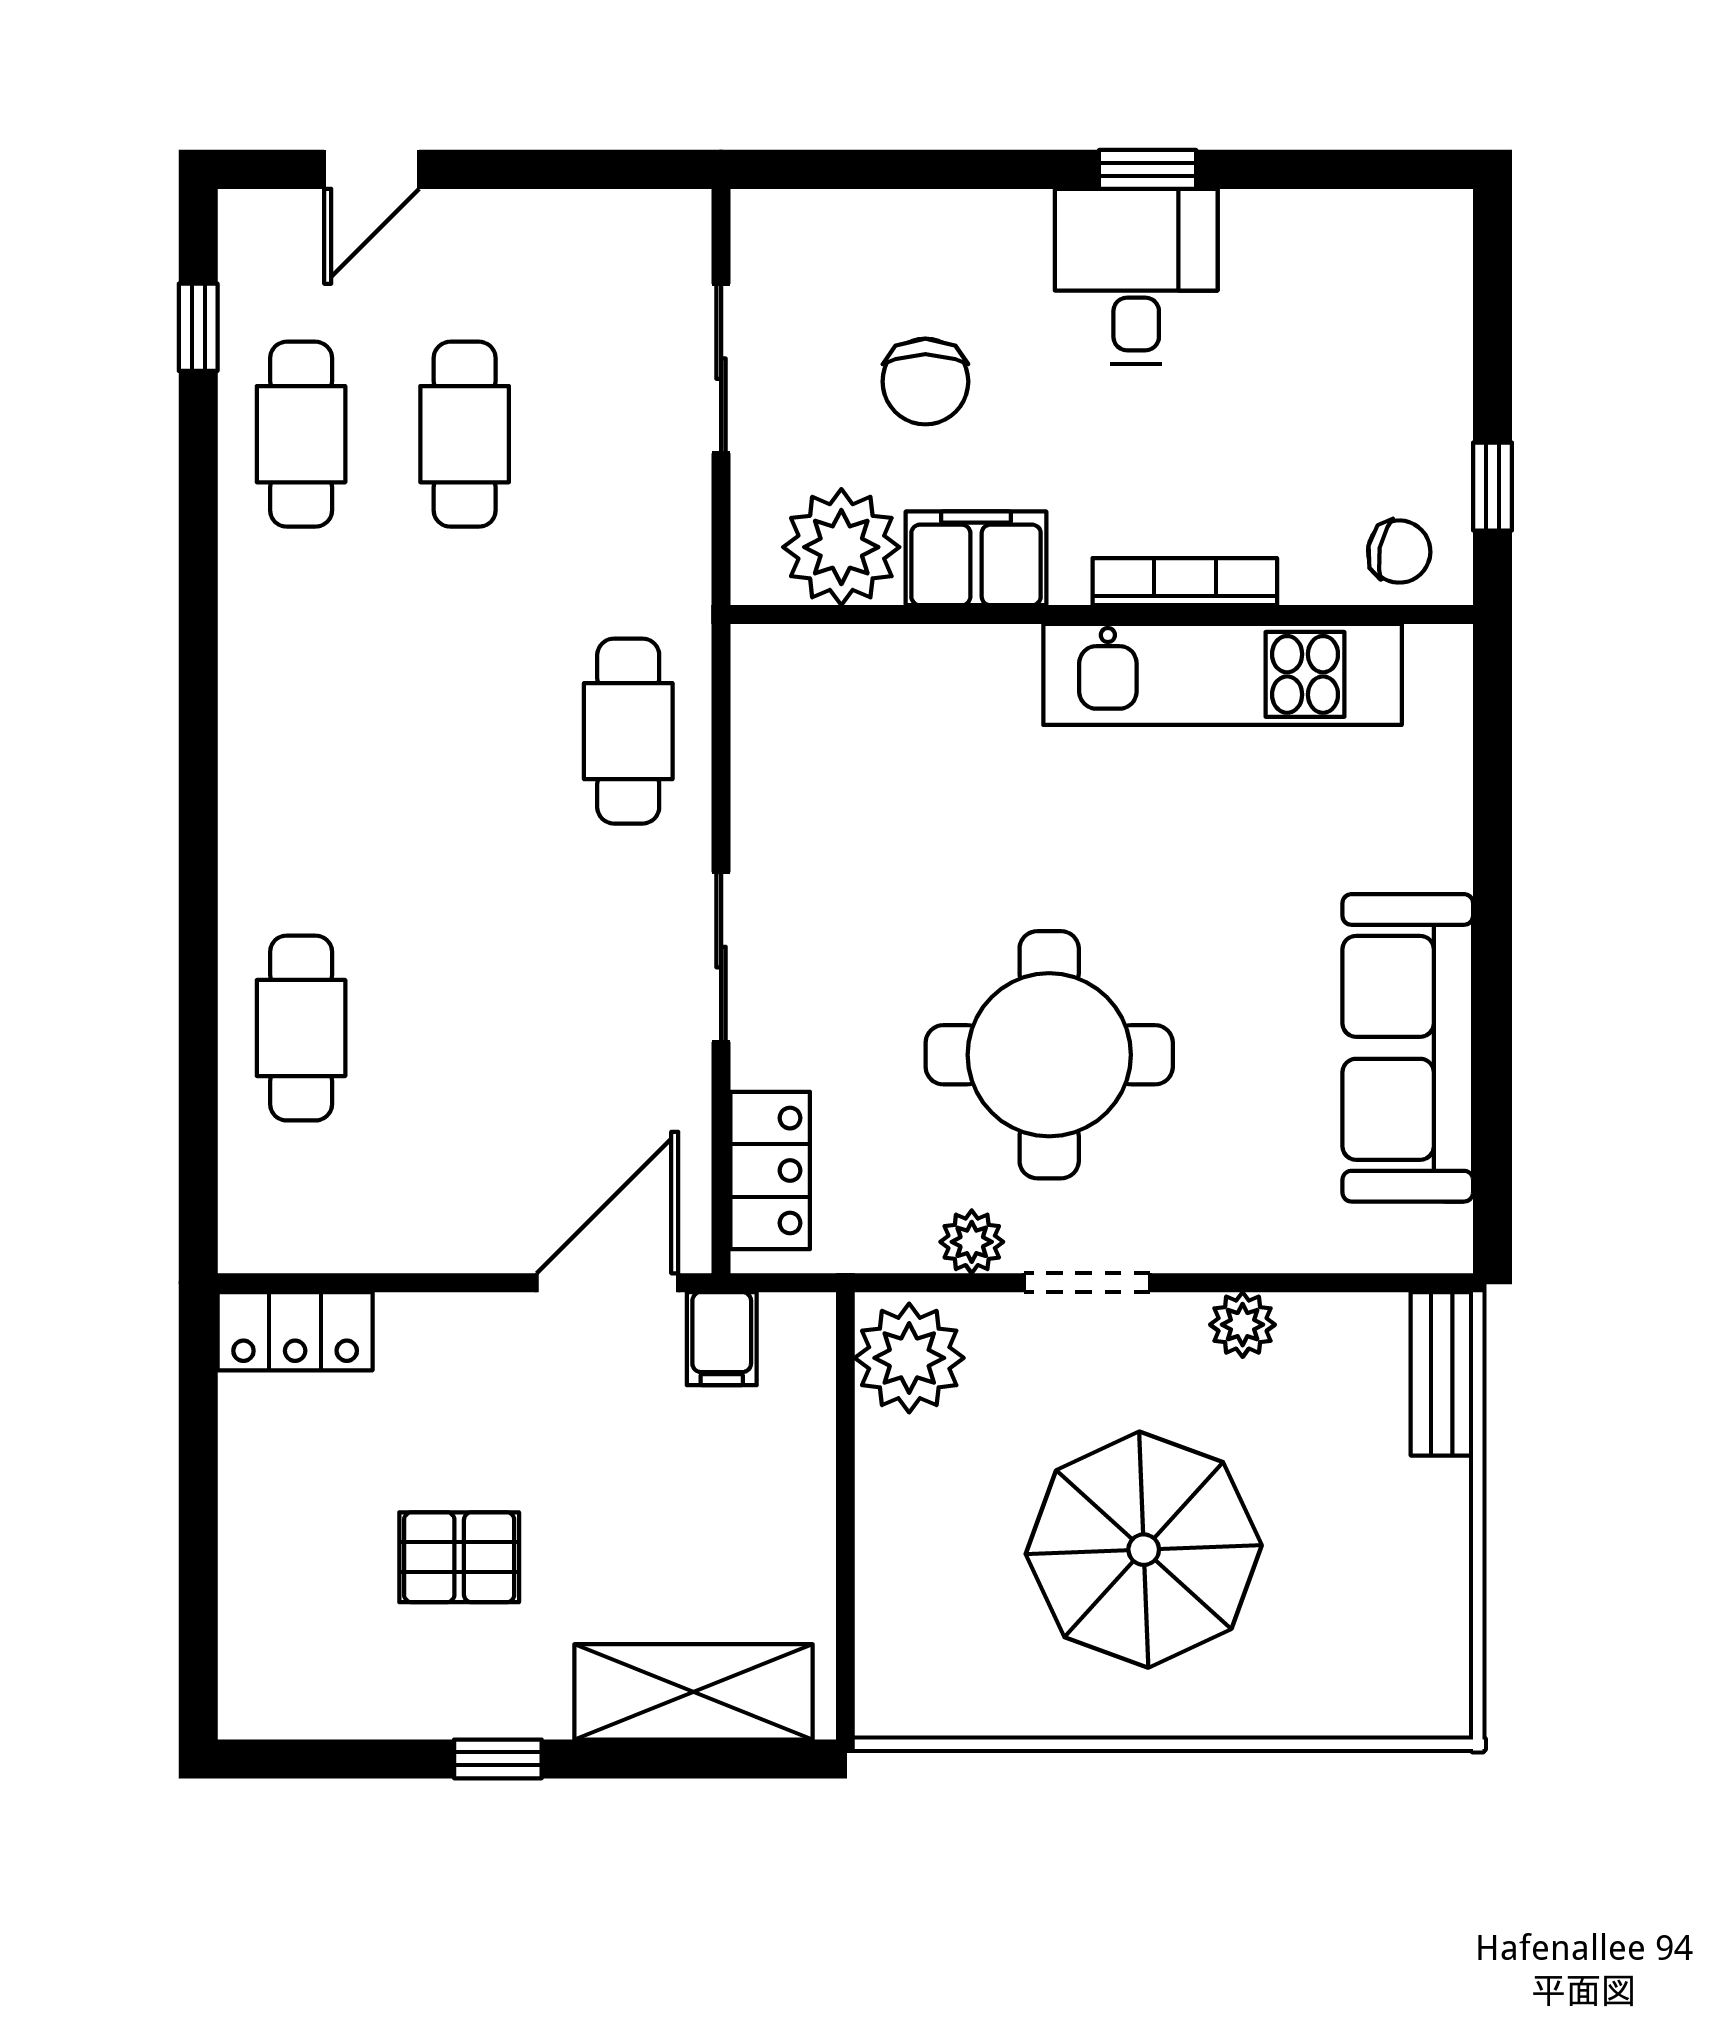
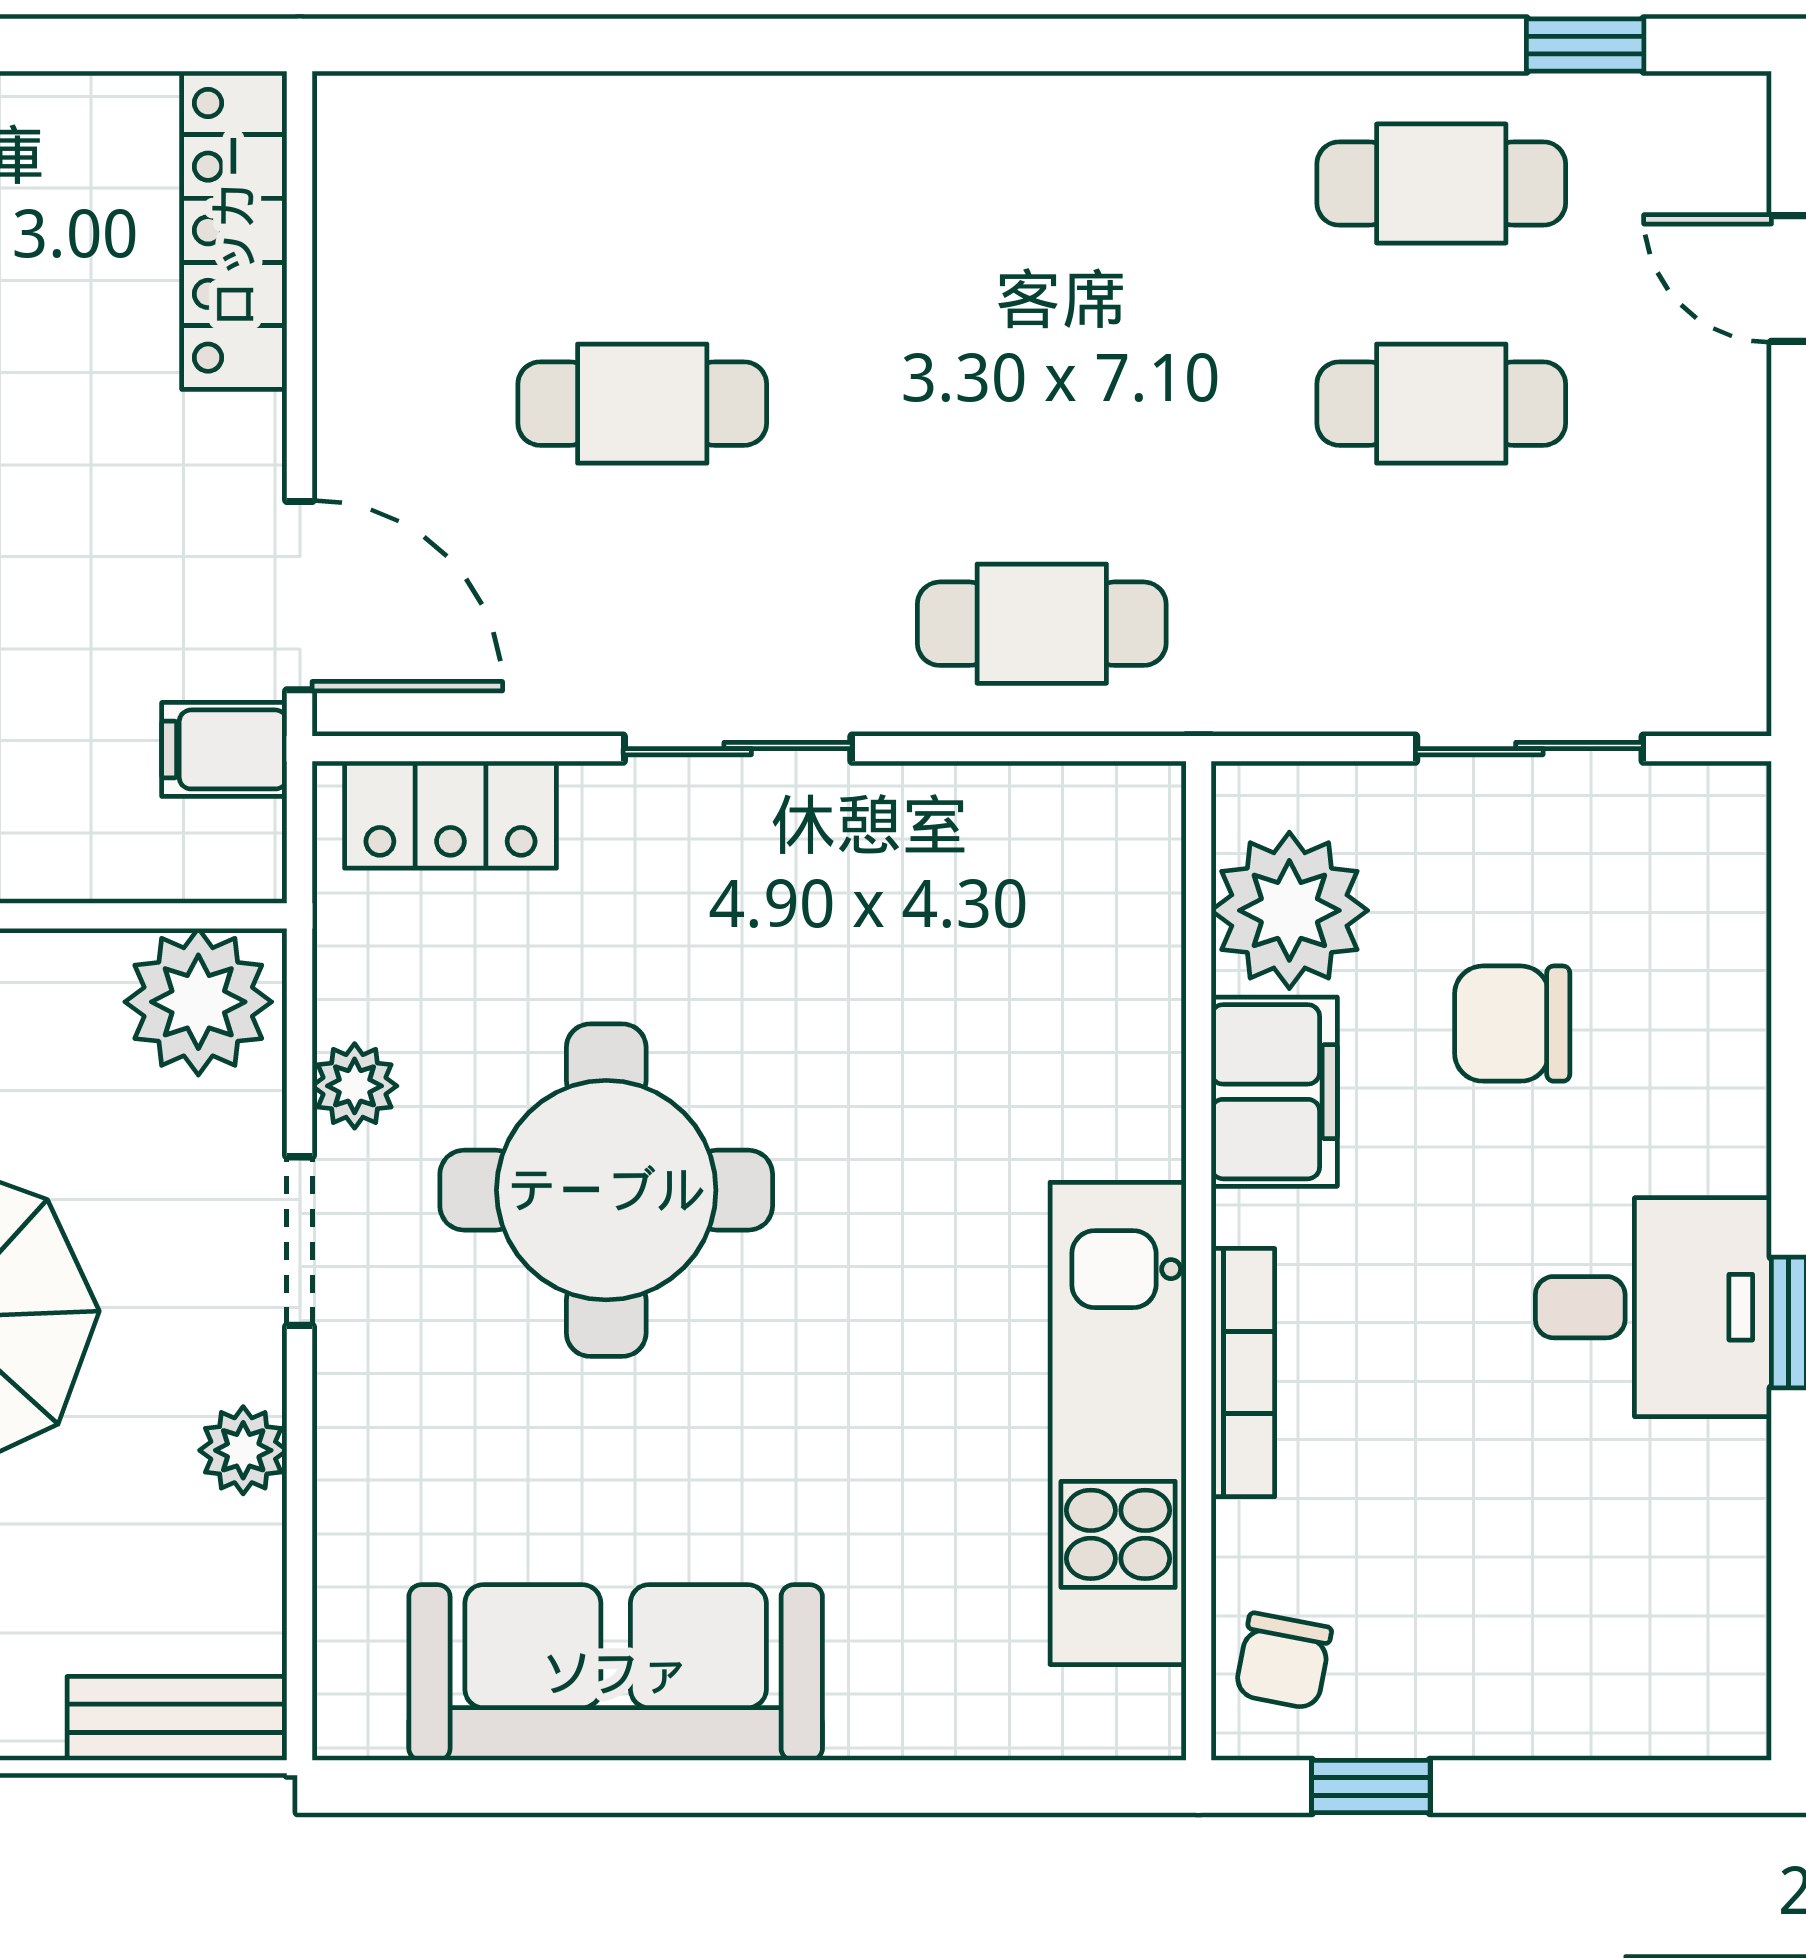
cafe table: (301, 1028) -> (642, 404), moved
locker: (295, 1331) -> (234, 230), width x1.53

